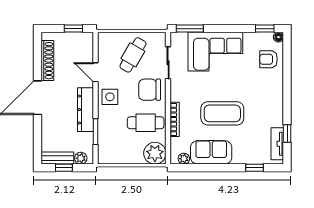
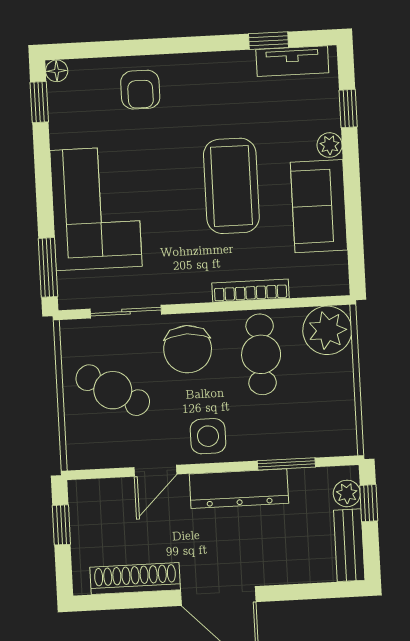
armchair: (269, 59) -> (140, 90), moved
plant: (184, 159) -> (330, 145), moved
window: (64, 168) -> (369, 503), moved

